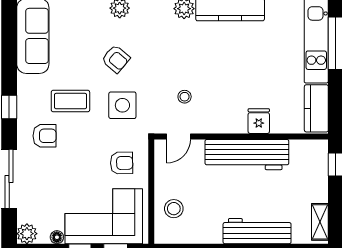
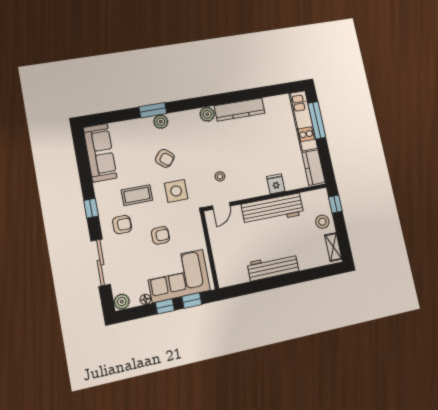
armchair: (122, 163) -> (160, 235), moved
stool: (174, 209) -> (322, 222), moved
workbench: (257, 231) -> (273, 267), moved

